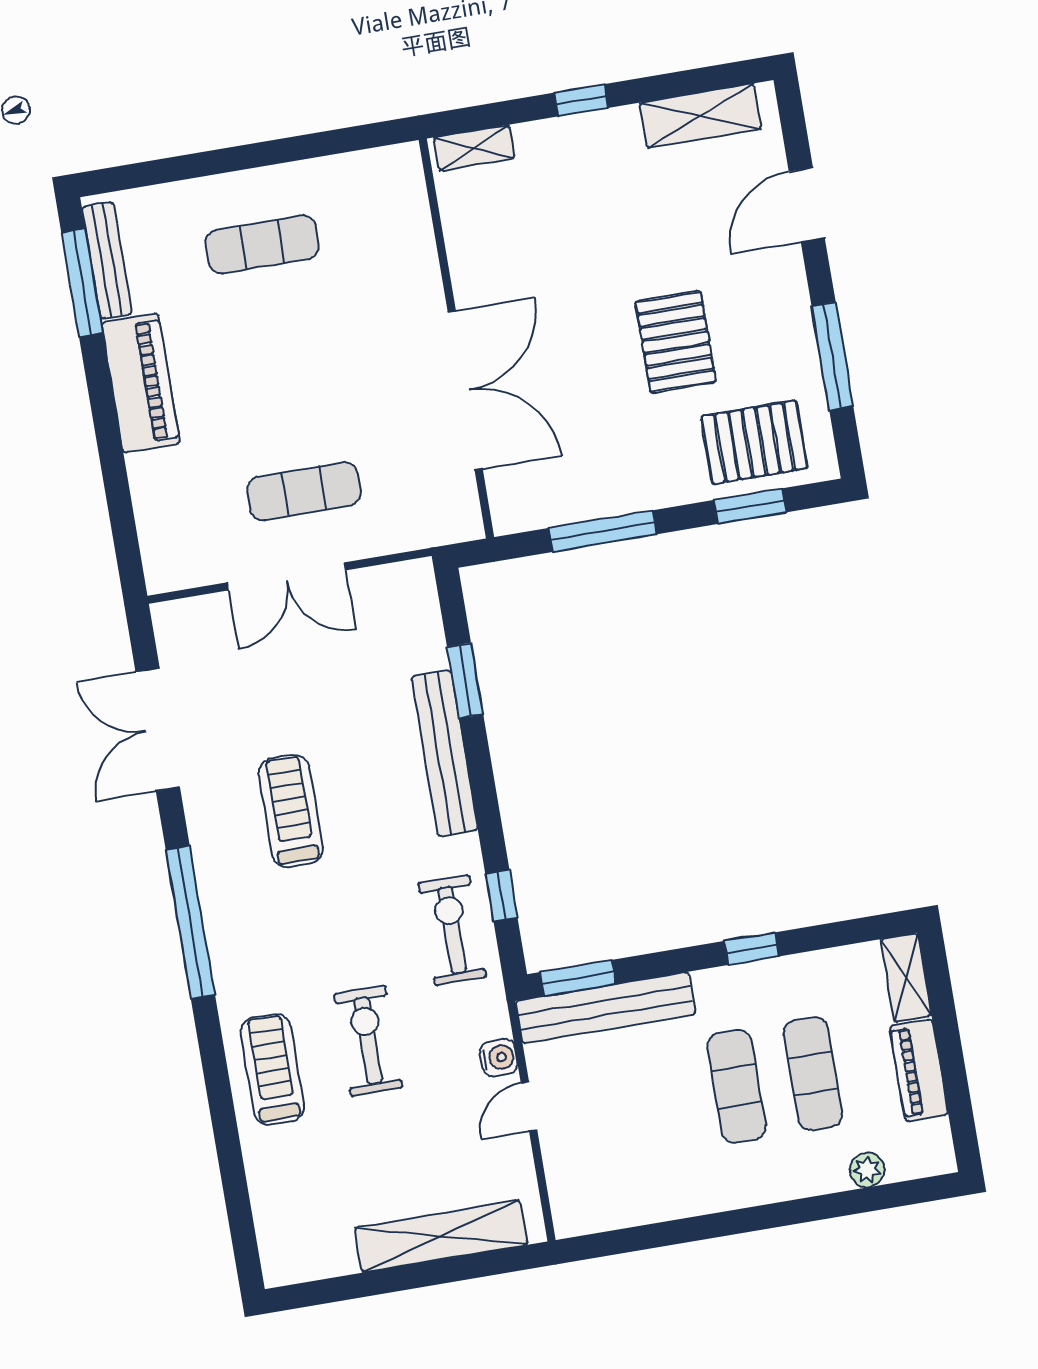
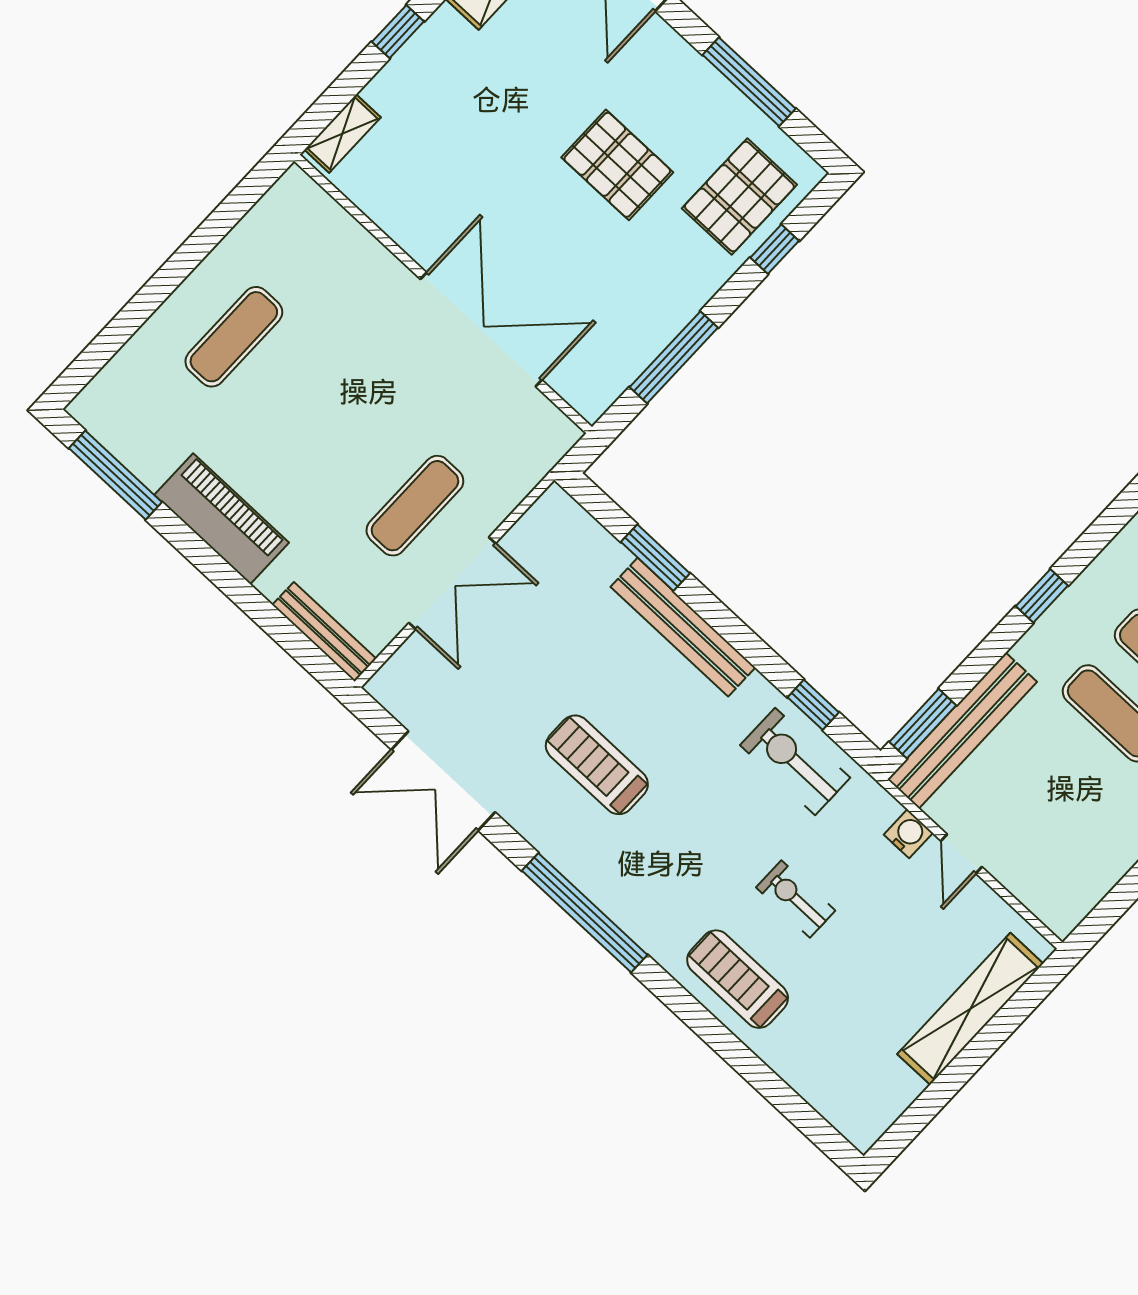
bench: (107, 260) -> (324, 632), moved
window: (750, 506) -> (775, 249), width x0.67
exercise bike: (368, 1041) -> (796, 899), width x0.73, depth x0.72

